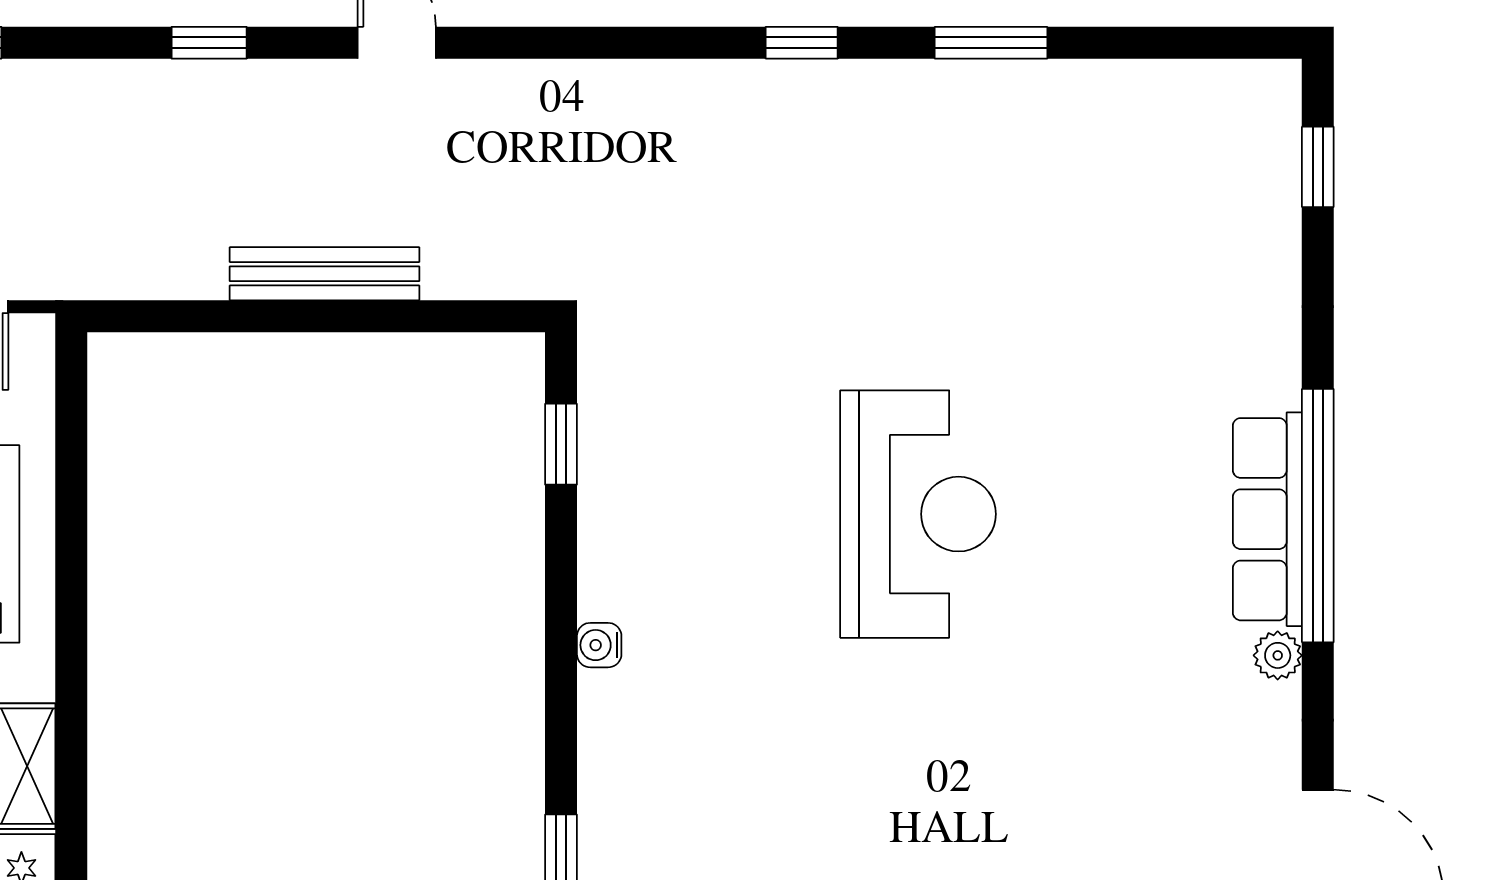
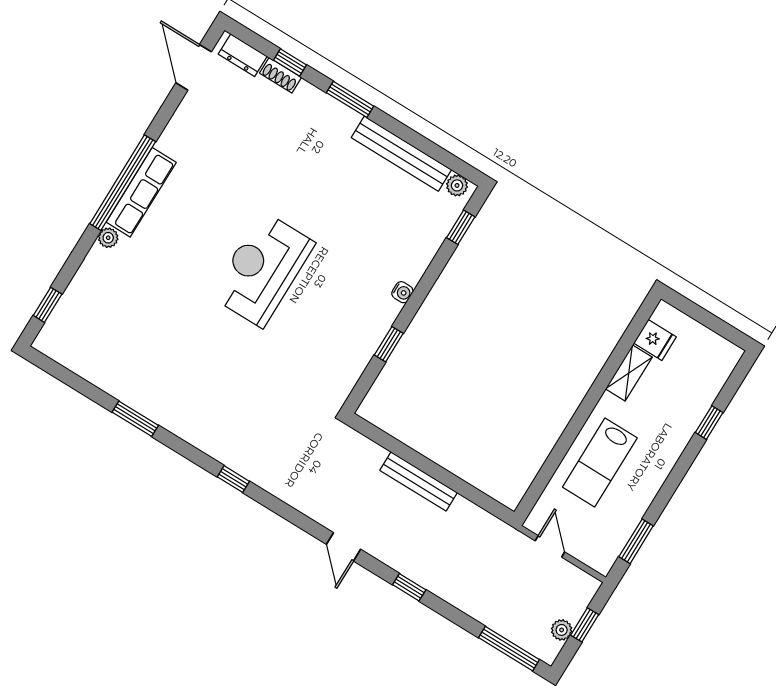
window: (802, 43) -> (233, 479), moved
window: (561, 444) -> (389, 344), moved
plant: (1278, 655) -> (108, 238), moved

